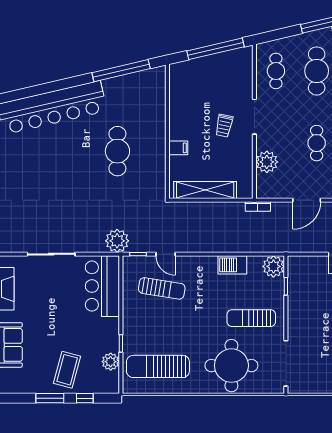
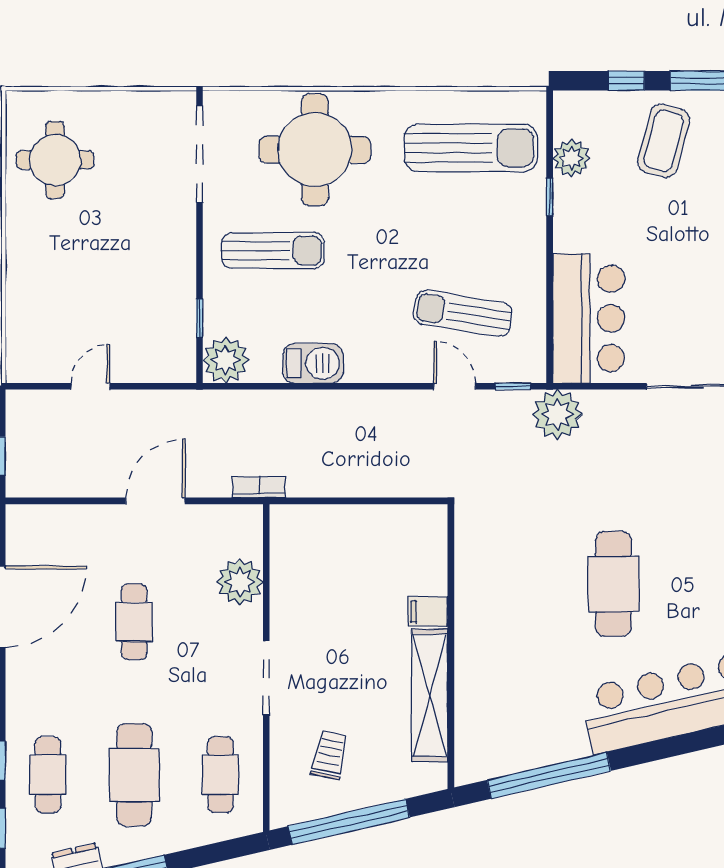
trolley: (224, 126) -> (330, 755), moved
cafe table: (117, 151) -> (614, 584), moved
shelving: (205, 190) -> (430, 695), moved, turned 90

